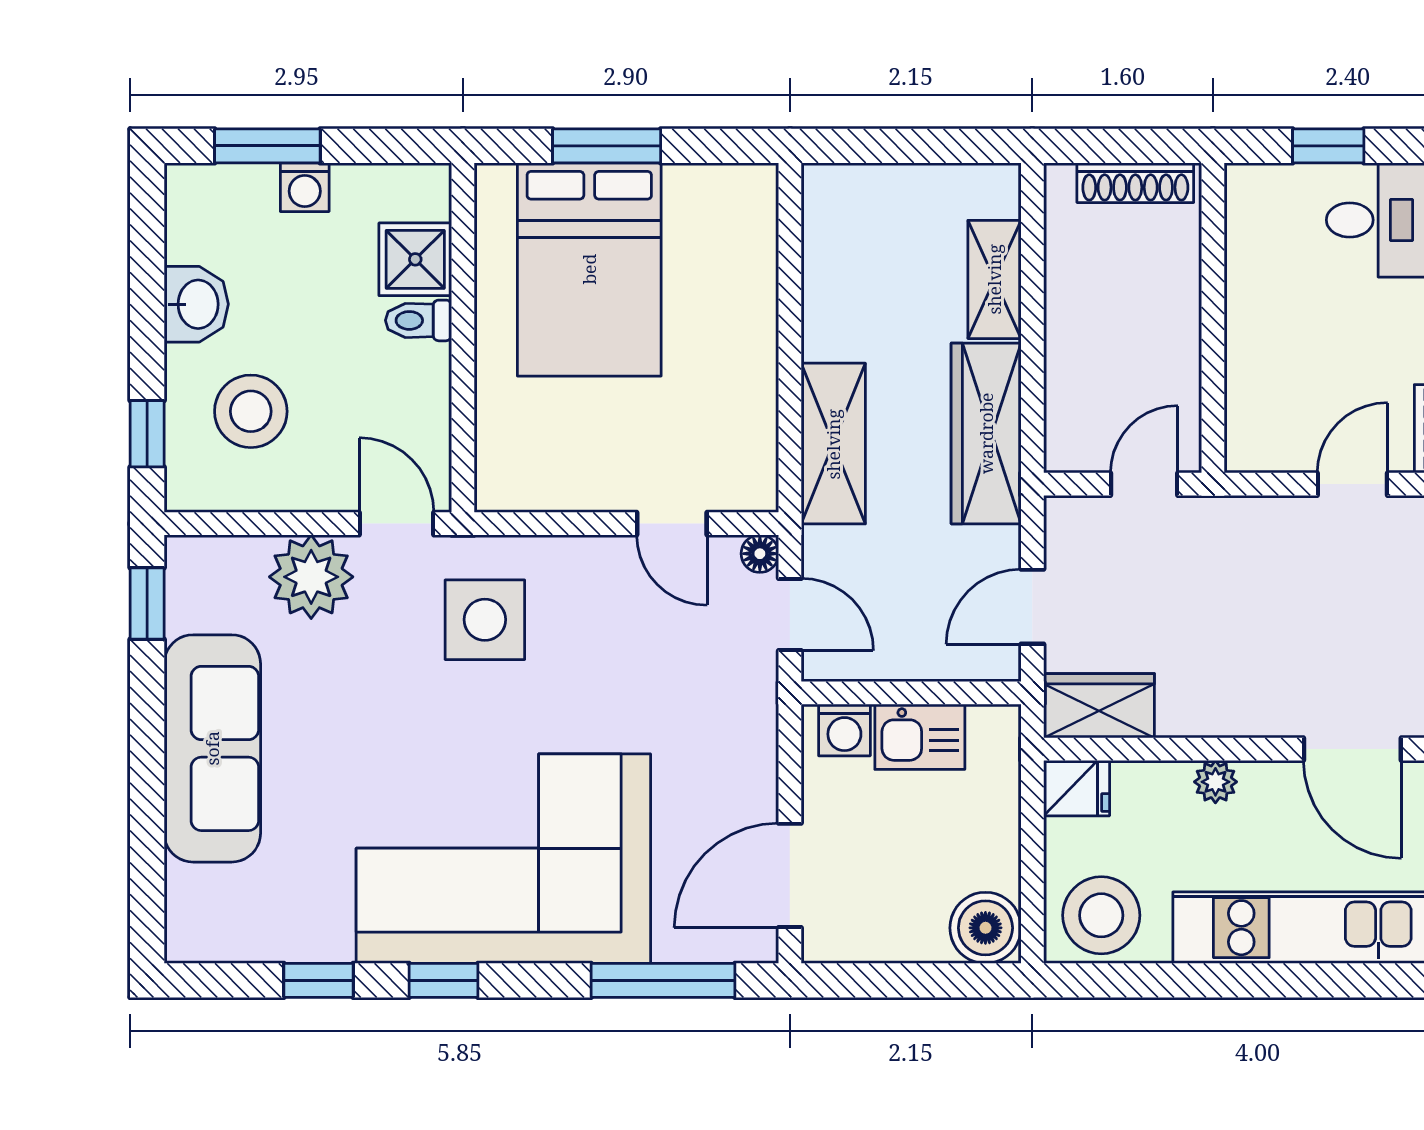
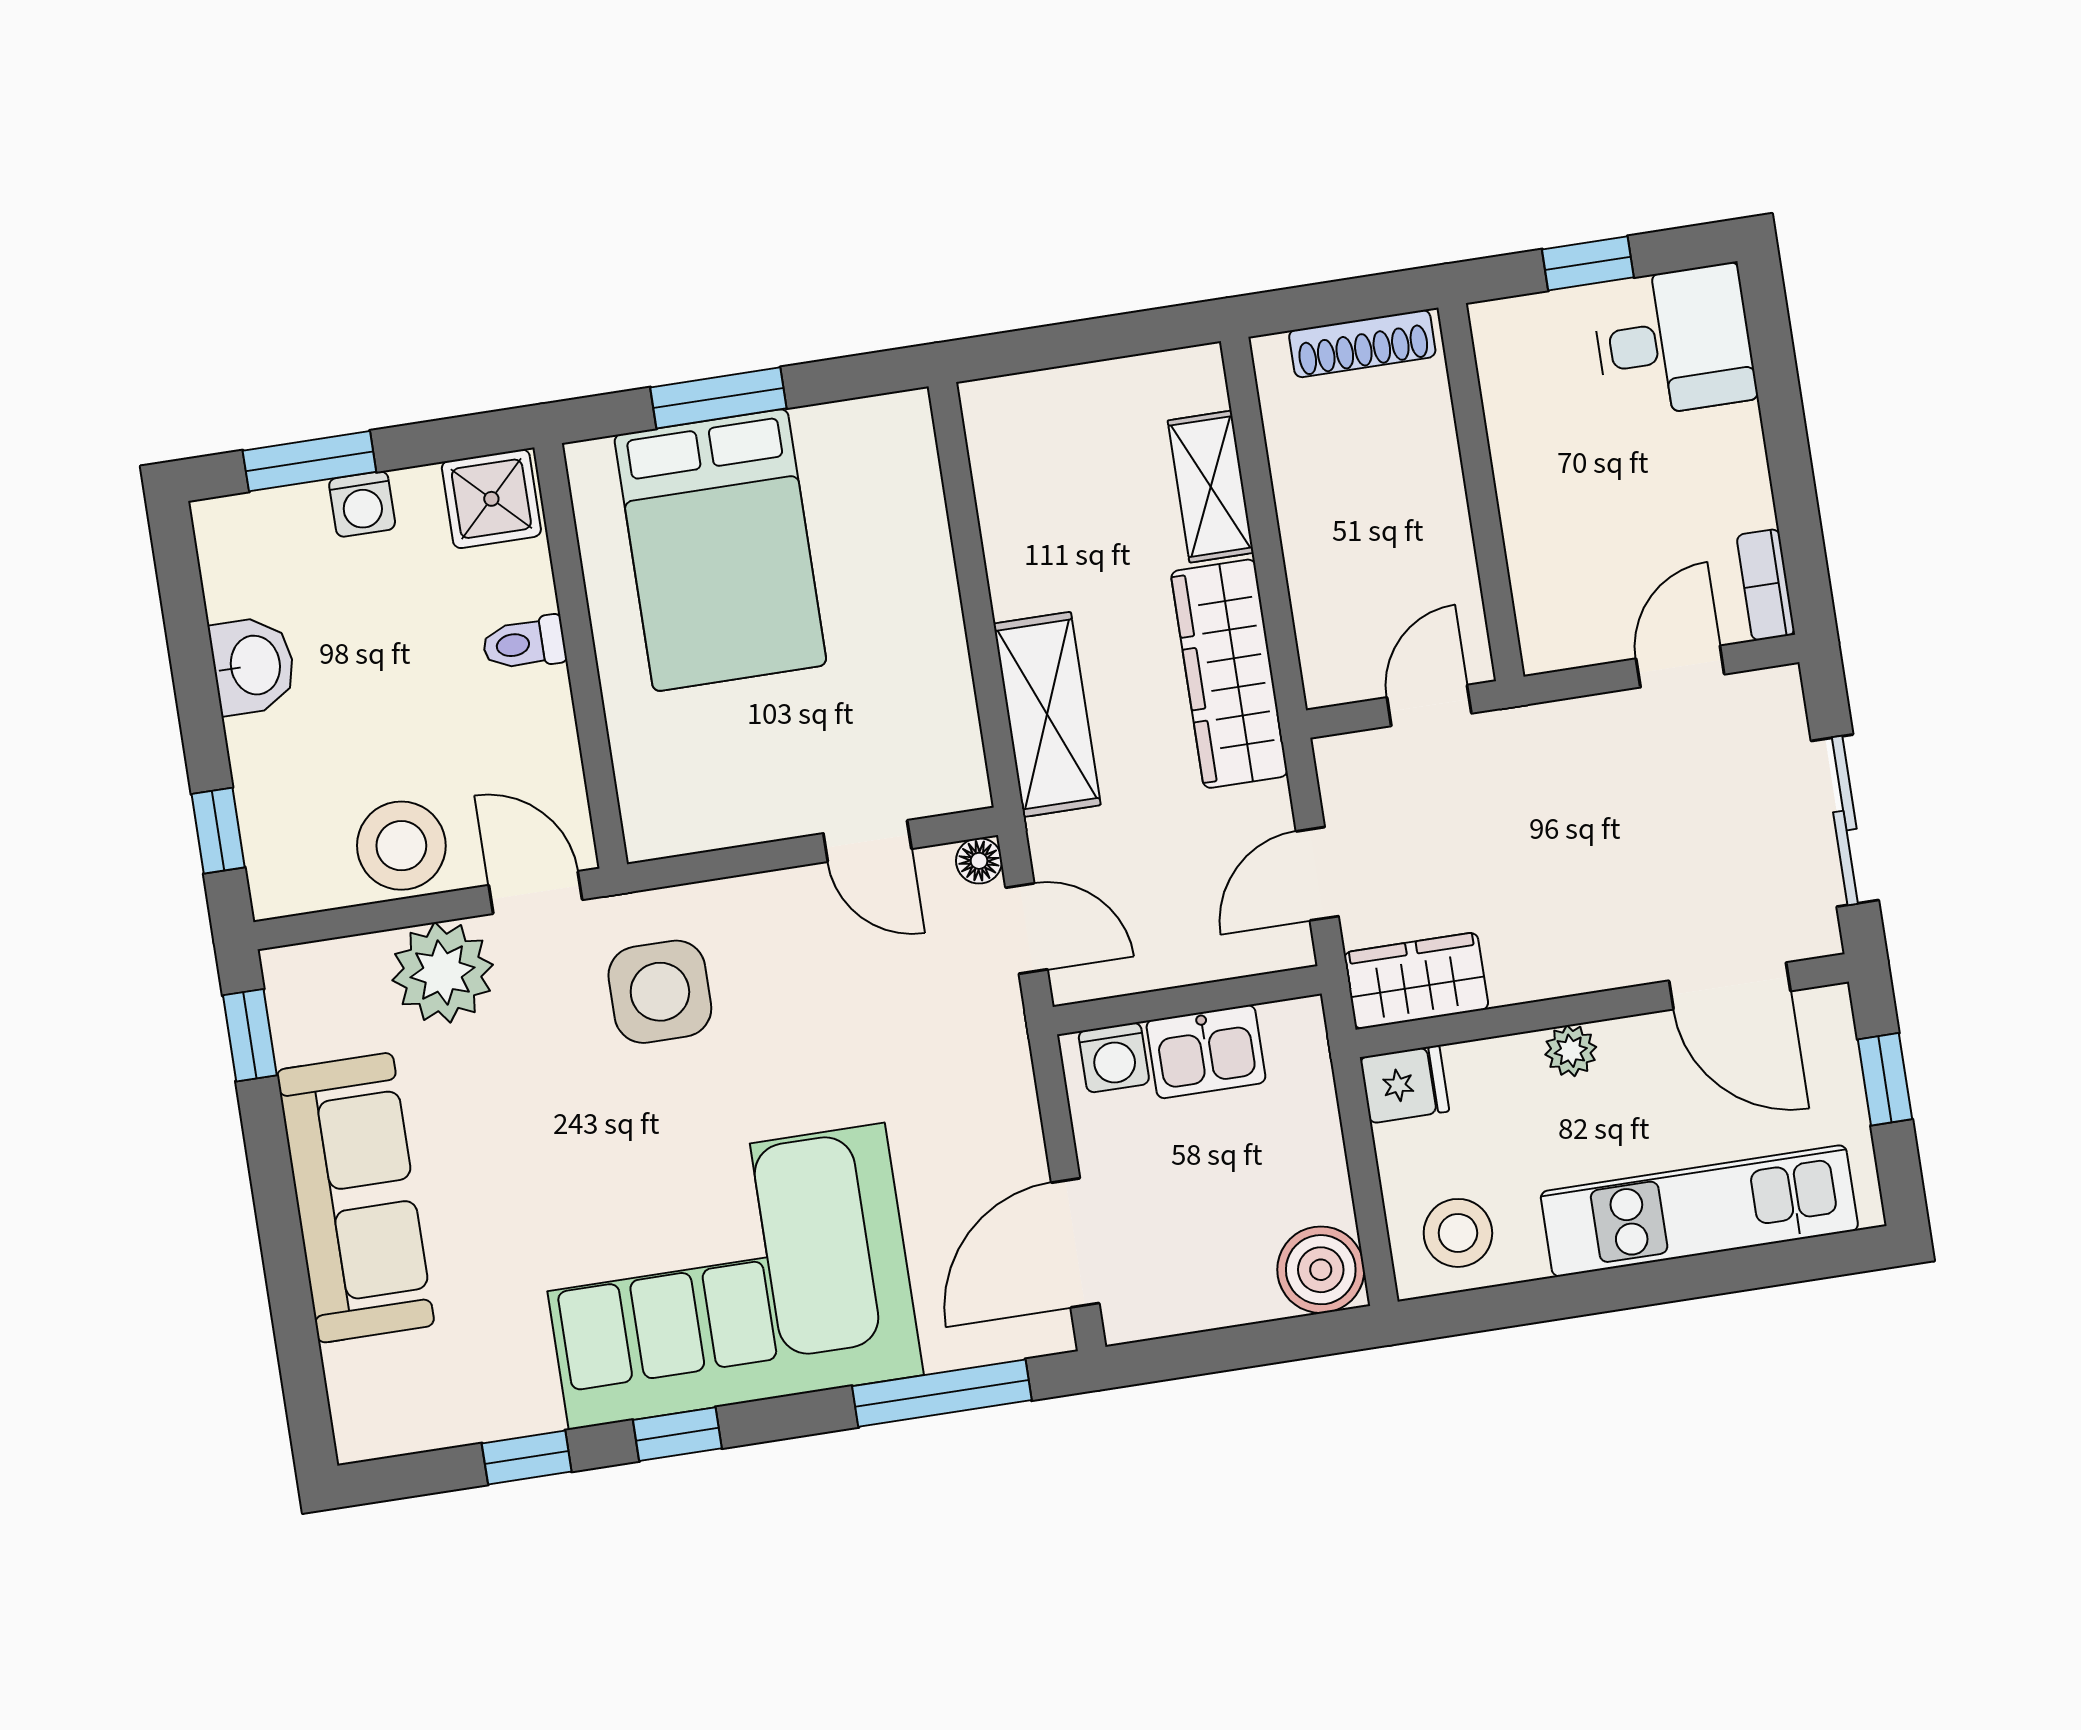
shower: (415, 259) -> (491, 499), moved
stool: (251, 411) -> (401, 846), moved
stool: (1101, 915) -> (1458, 1233), width x0.73, depth x0.73

